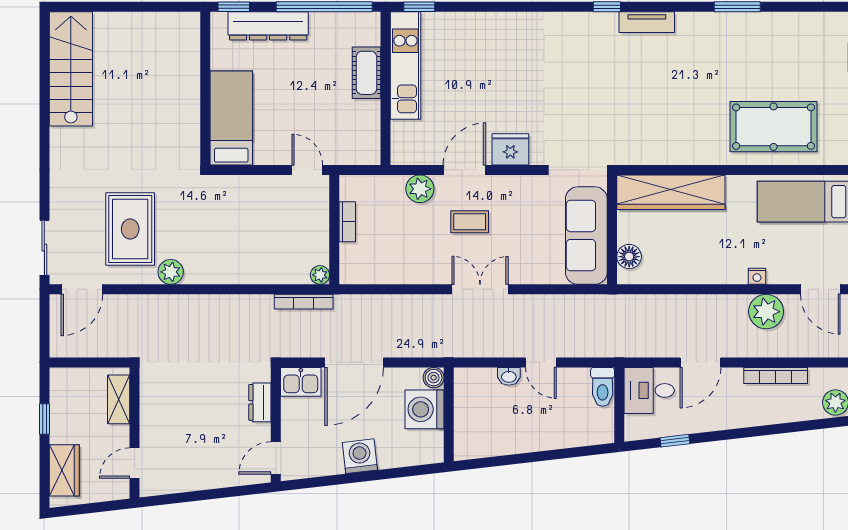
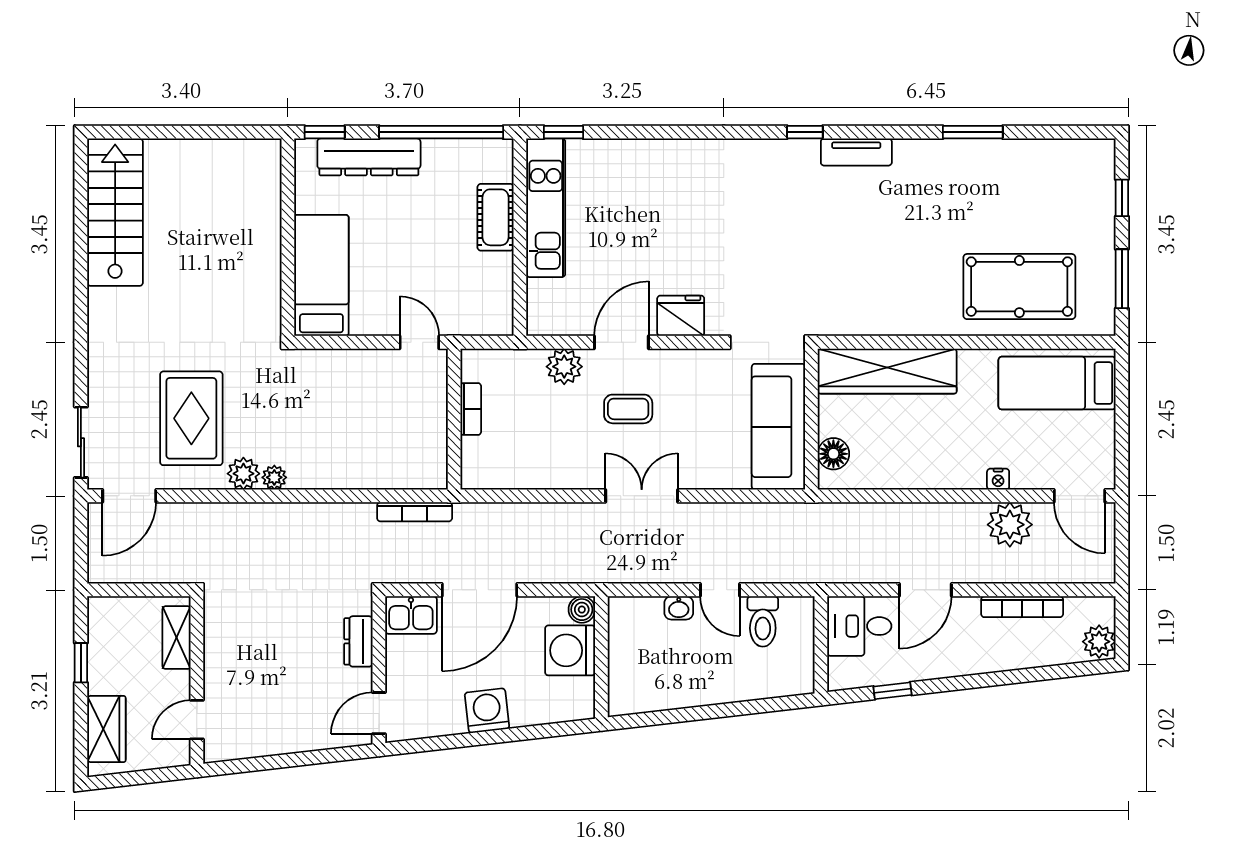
plant: (320, 275) -> (274, 477), moved
toilet: (603, 387) -> (763, 621), moved

